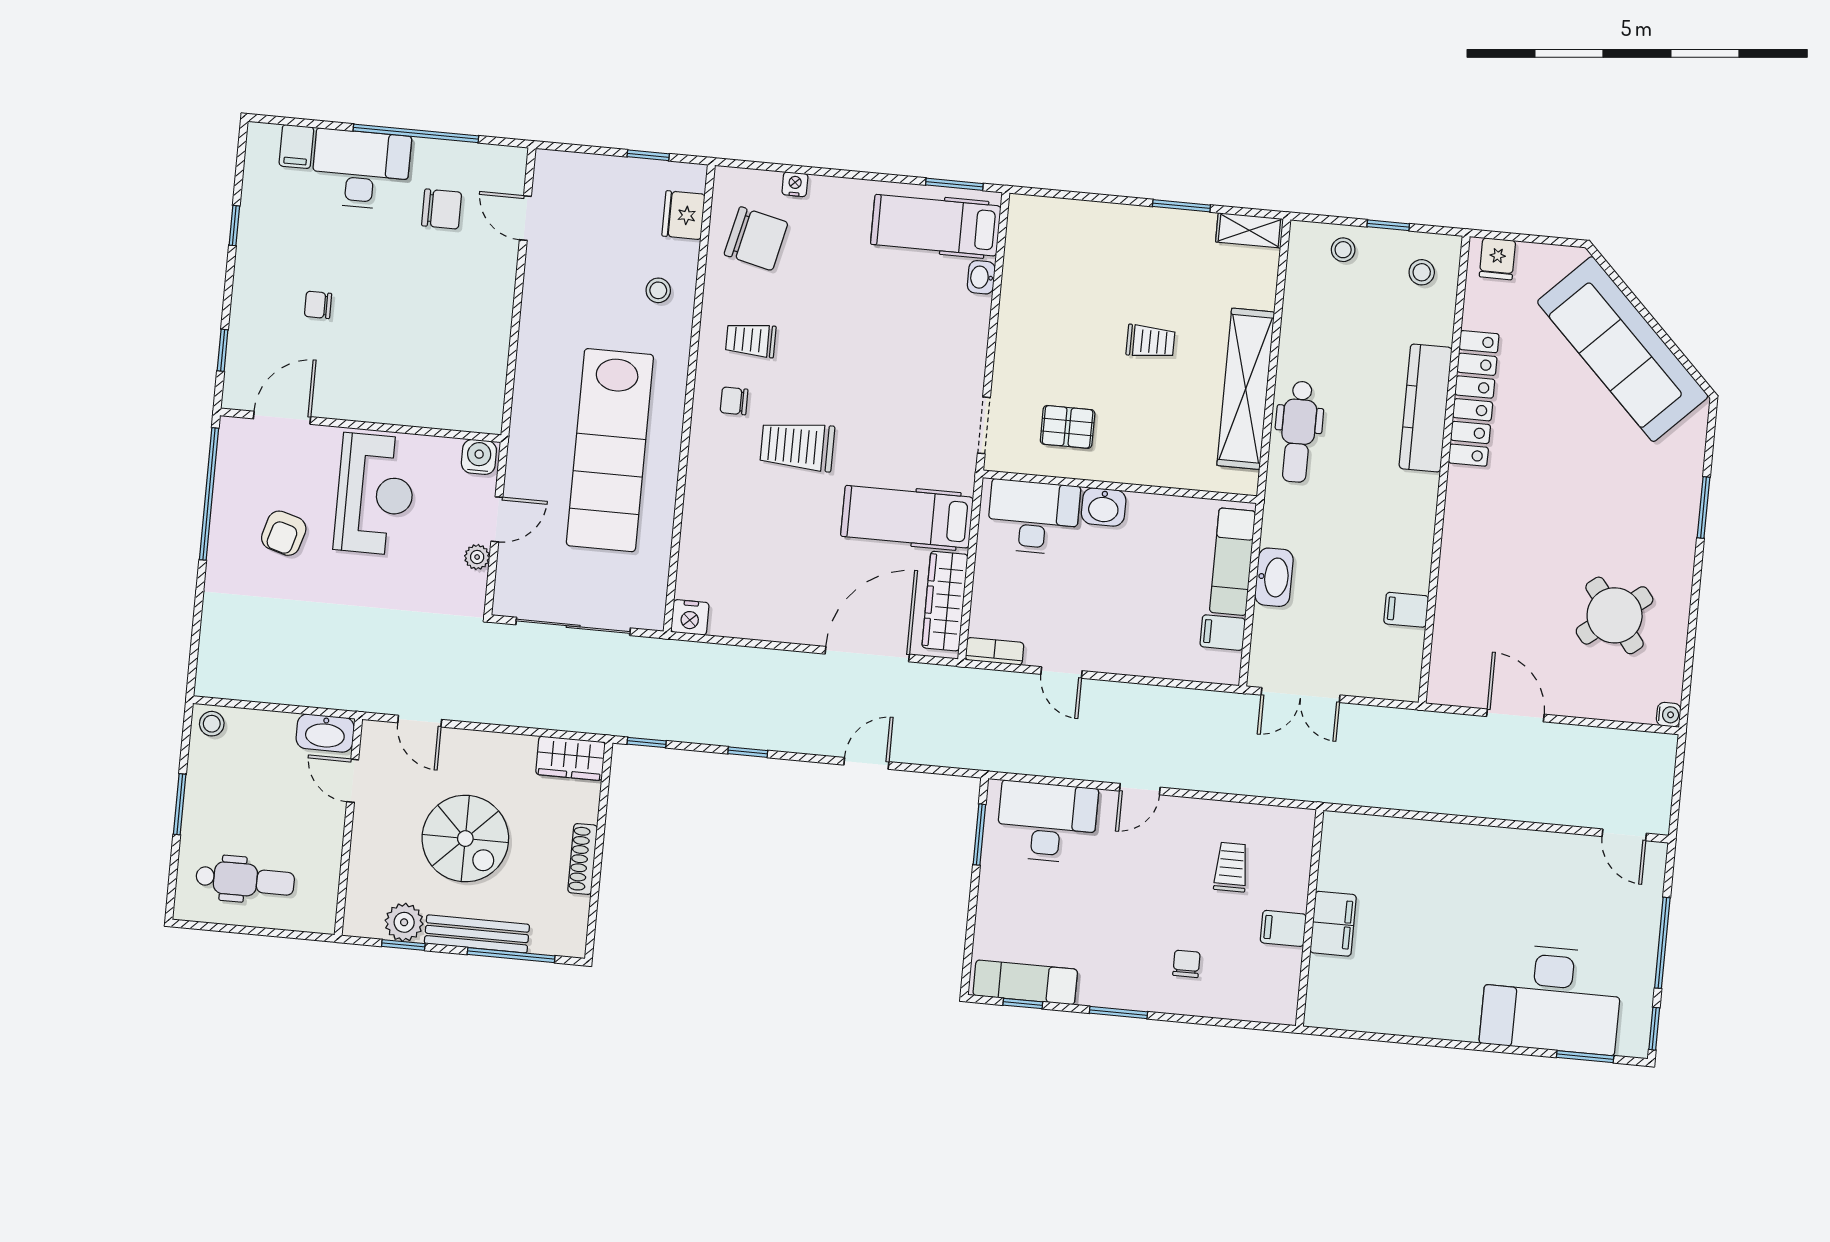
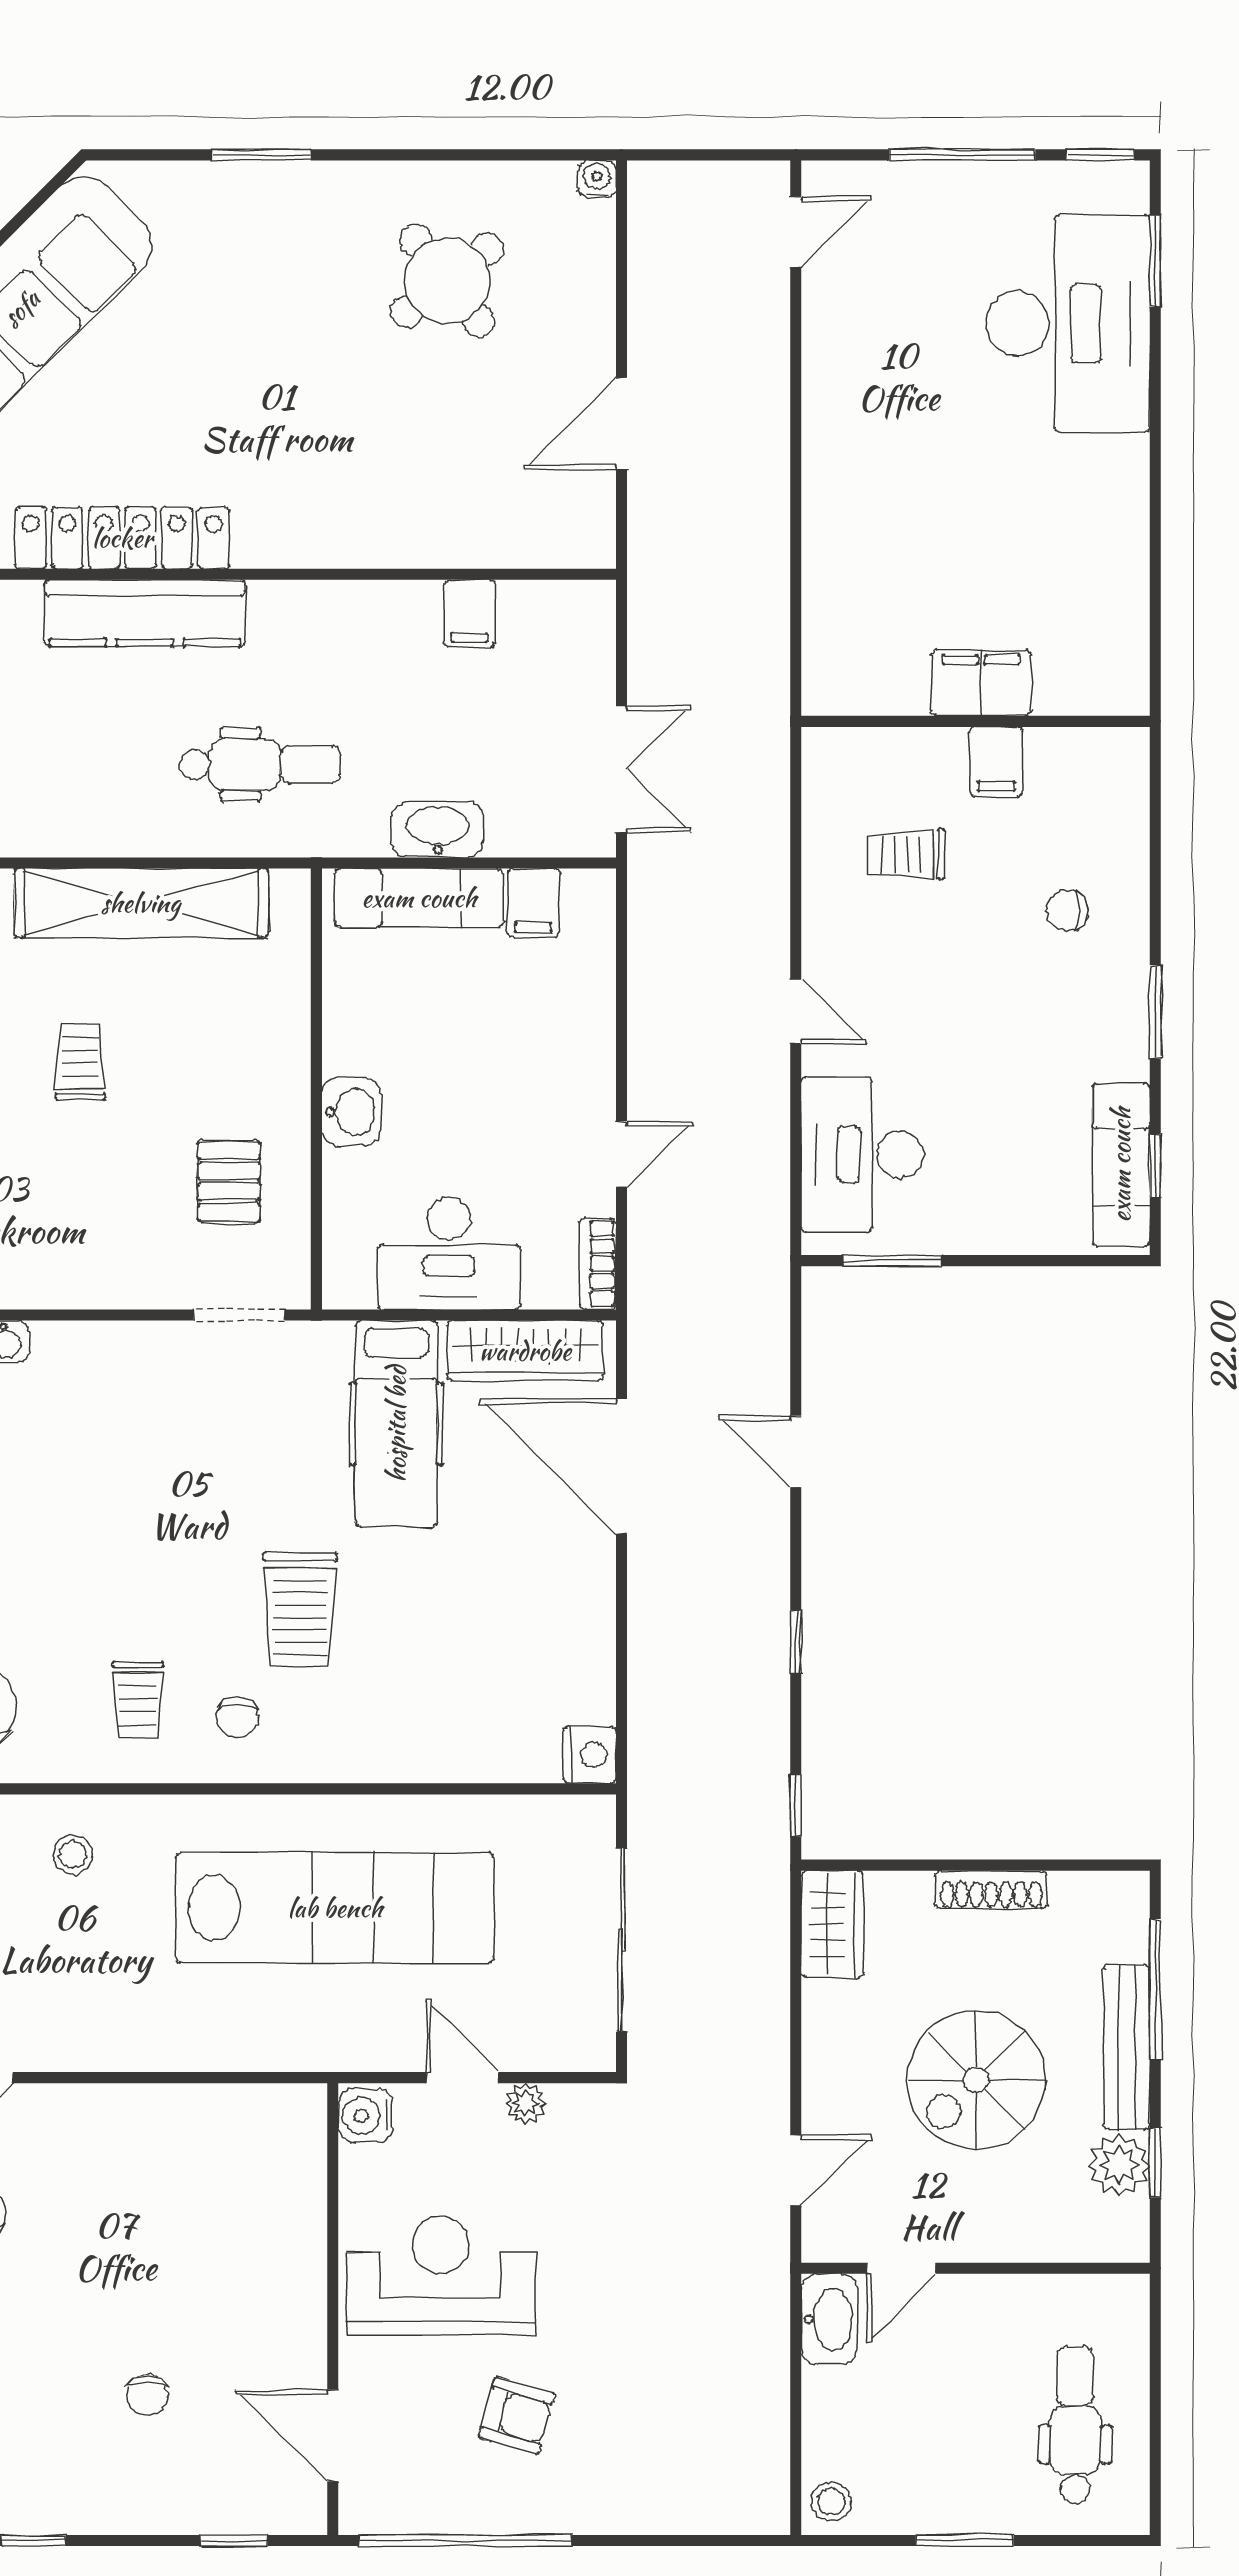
dental chair: (1298, 432) -> (261, 765), moved
desk: (1033, 517) -> (449, 1253), moved, turned -90
spiral stairs: (465, 839) -> (976, 2080), turned 180

